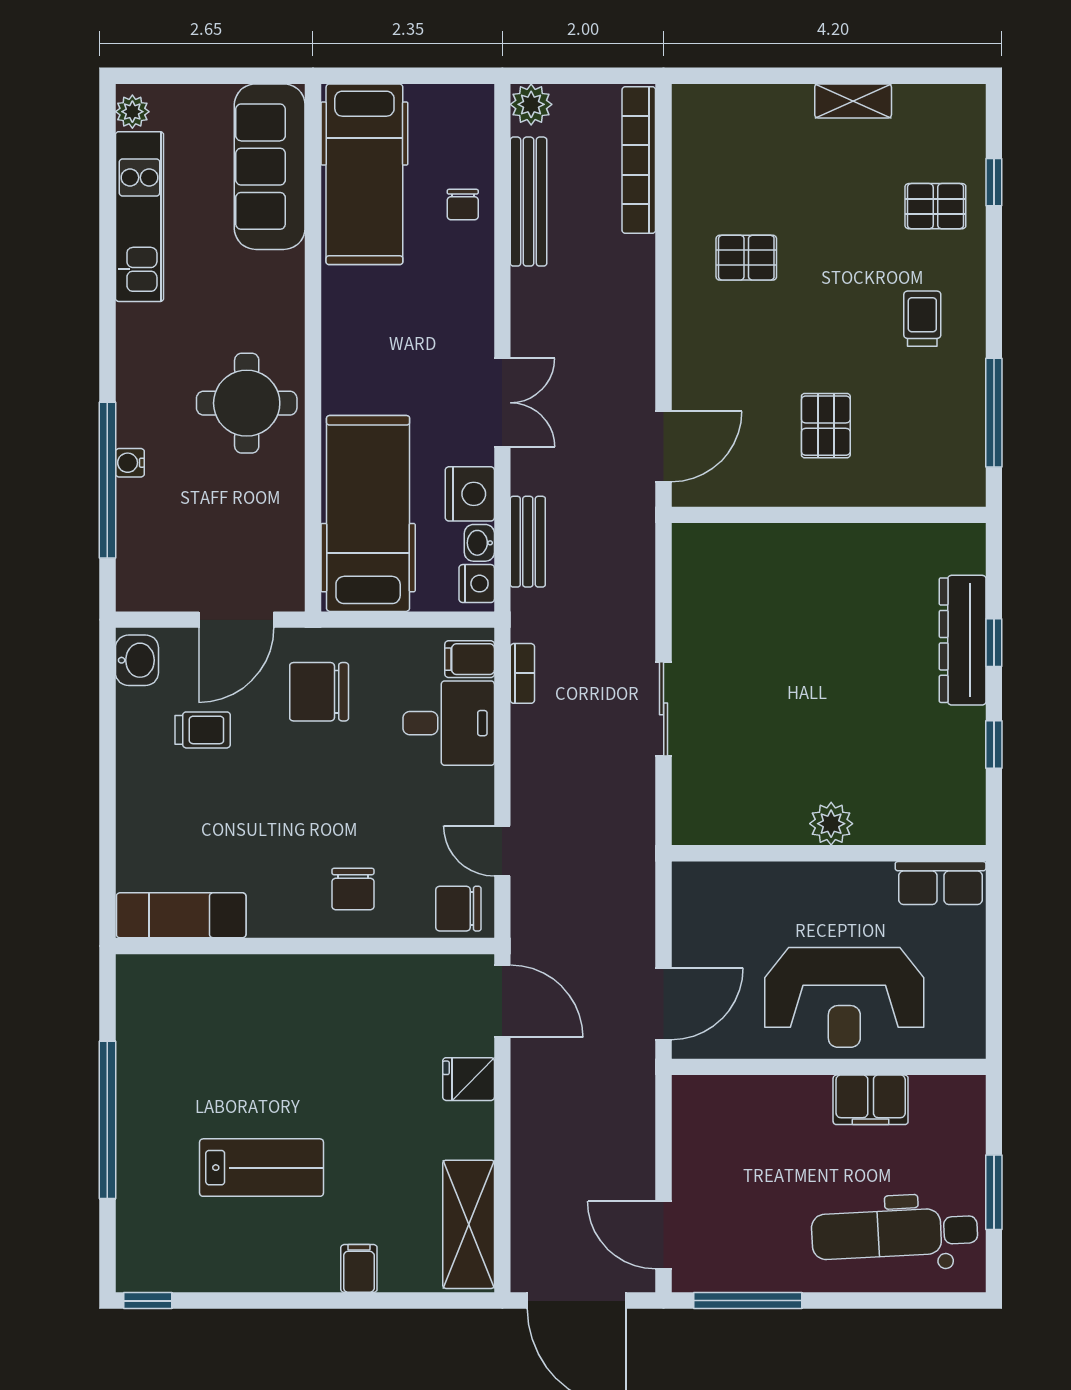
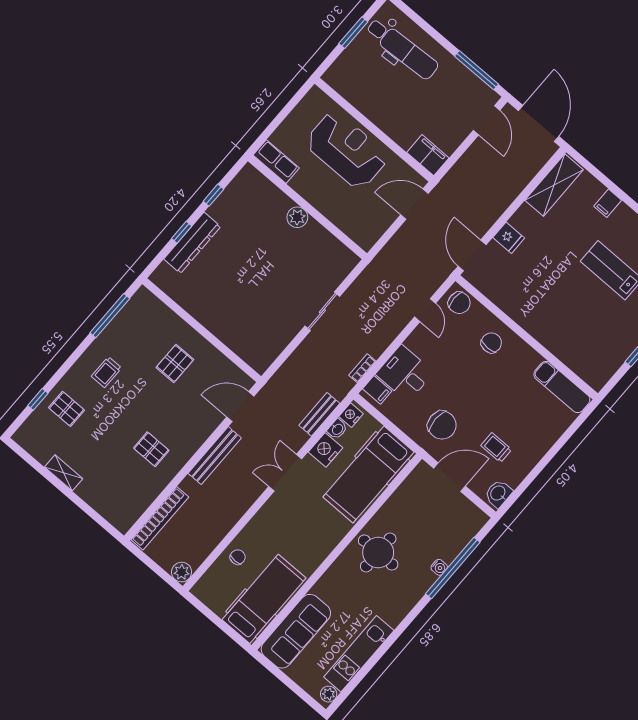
bench: (528, 202) -> (215, 456), moved
filing cabinet: (871, 1100) -> (428, 155), moved

